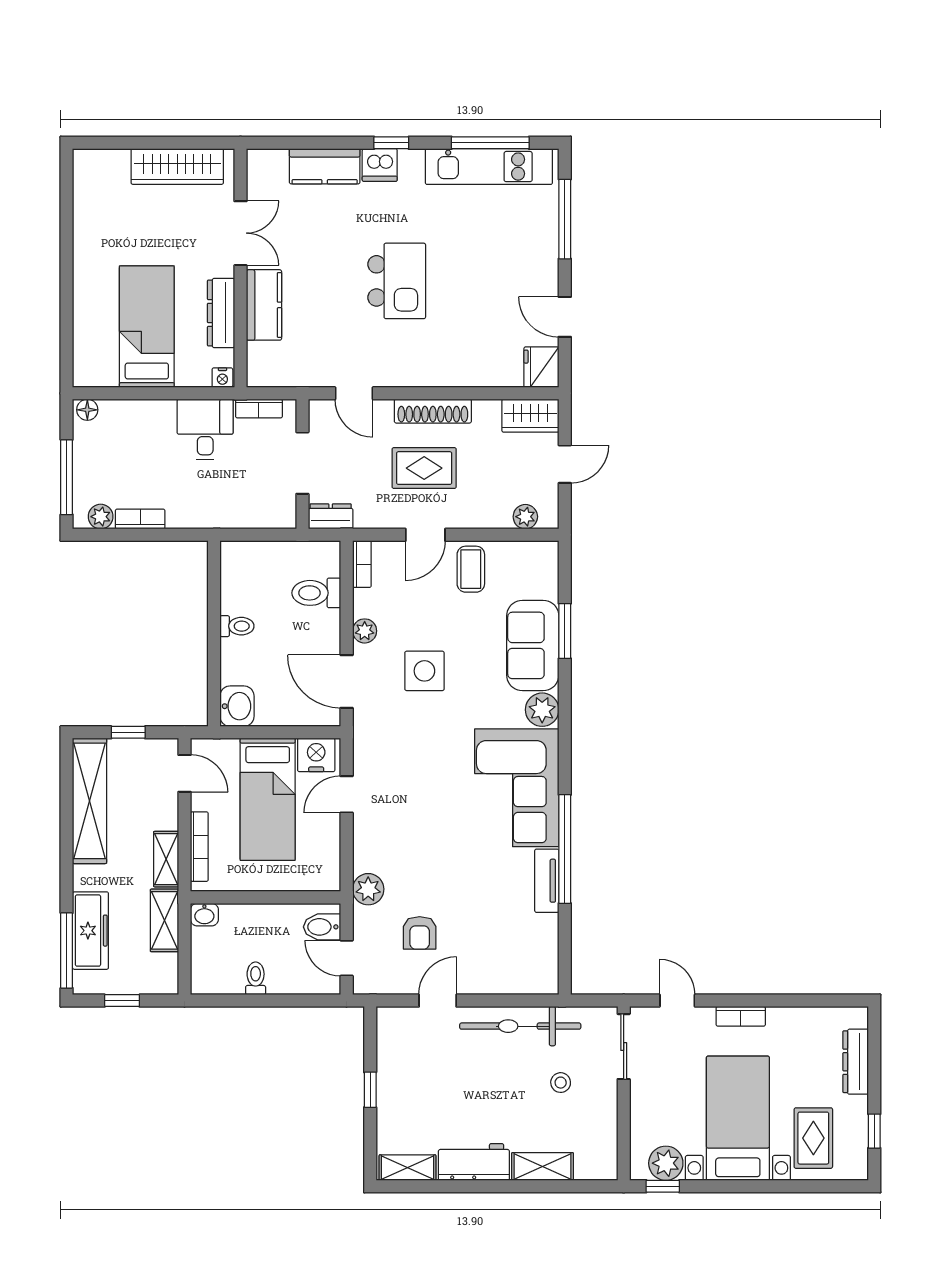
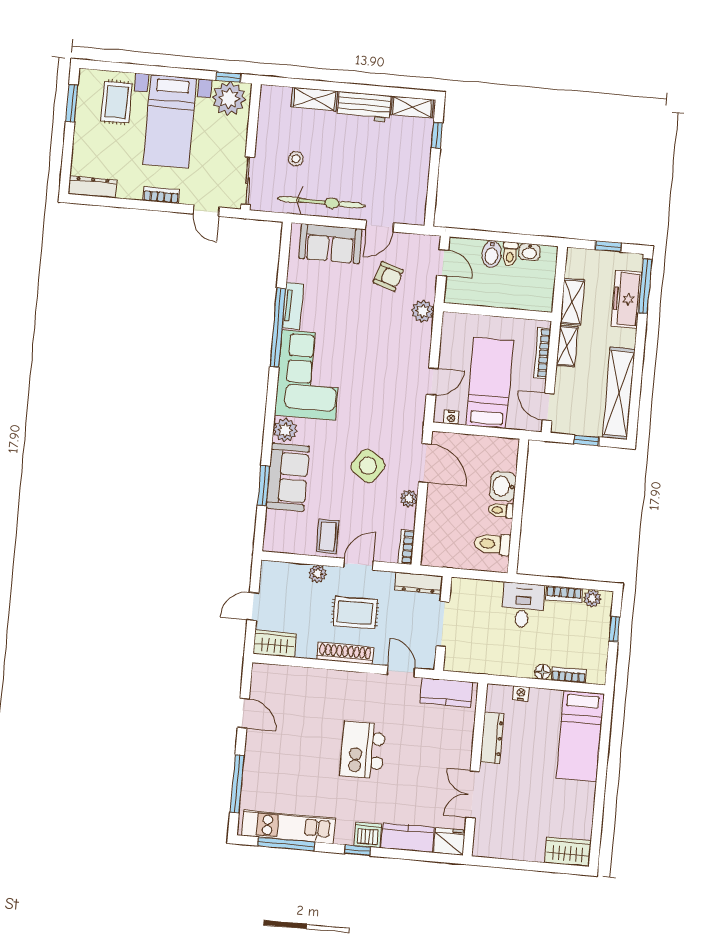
wardrobe: (177, 166) -> (568, 852), moved, width x0.67
kitchen counter: (264, 305) -> (446, 693), moved, turned -90
bed: (147, 327) -> (580, 736), moved
fridge: (541, 367) -> (449, 842), moved, turned -90
nightstand: (222, 378) -> (521, 693), moved
bookcase: (259, 409) -> (569, 675), moved
floor lamp: (87, 410) -> (542, 672), moved
desk: (205, 429) -> (523, 605), moved, turned 180
window: (67, 477) -> (615, 629), width x0.46
dresser: (331, 516) -> (419, 583), width x1.44
plant: (525, 517) -> (317, 574), moved
toilet: (316, 593) -> (492, 544), moved, turned 180
side table: (424, 671) -> (368, 466), turned 34
washbasin: (237, 706) -> (503, 486), moved
nightstand: (316, 755) -> (451, 417), width x0.53, depth x0.56
washbasin: (204, 915) -> (529, 252), moved, turned 180
bidet: (322, 927) -> (492, 254), moved, turned 90
armchair: (420, 933) -> (388, 276), turned 107
sofa: (503, 970) -> (330, 244), added
dresser: (856, 1062) -> (92, 187), moved, turned -90
window: (370, 1090) -> (437, 135), moved
window: (874, 1131) -> (72, 103), width x1.50
plant: (666, 1163) -> (229, 98), width x1.36, depth x1.36

